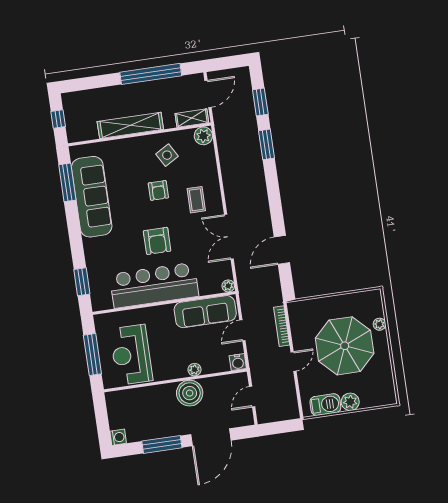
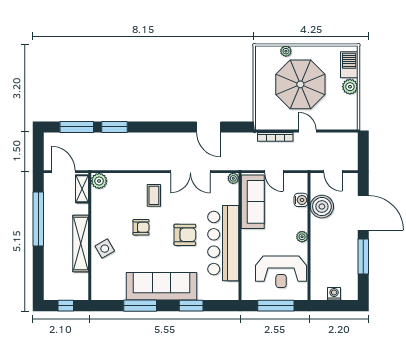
window: (260, 102) -> (77, 127), width x1.44
side table: (167, 155) -> (105, 249), moved
window: (67, 182) -> (140, 306), moved
sofa: (92, 197) -> (162, 286), moved
coffee table: (196, 200) -> (154, 195), turned 90
window: (82, 282) -> (191, 306), moved
water cooler: (238, 362) -> (301, 200), moved
plant: (195, 370) -> (302, 237), moved
boiler: (190, 393) -> (322, 207), moved
barbecue: (325, 405) -> (349, 65), moved
washing machine: (118, 437) -> (334, 294), moved

